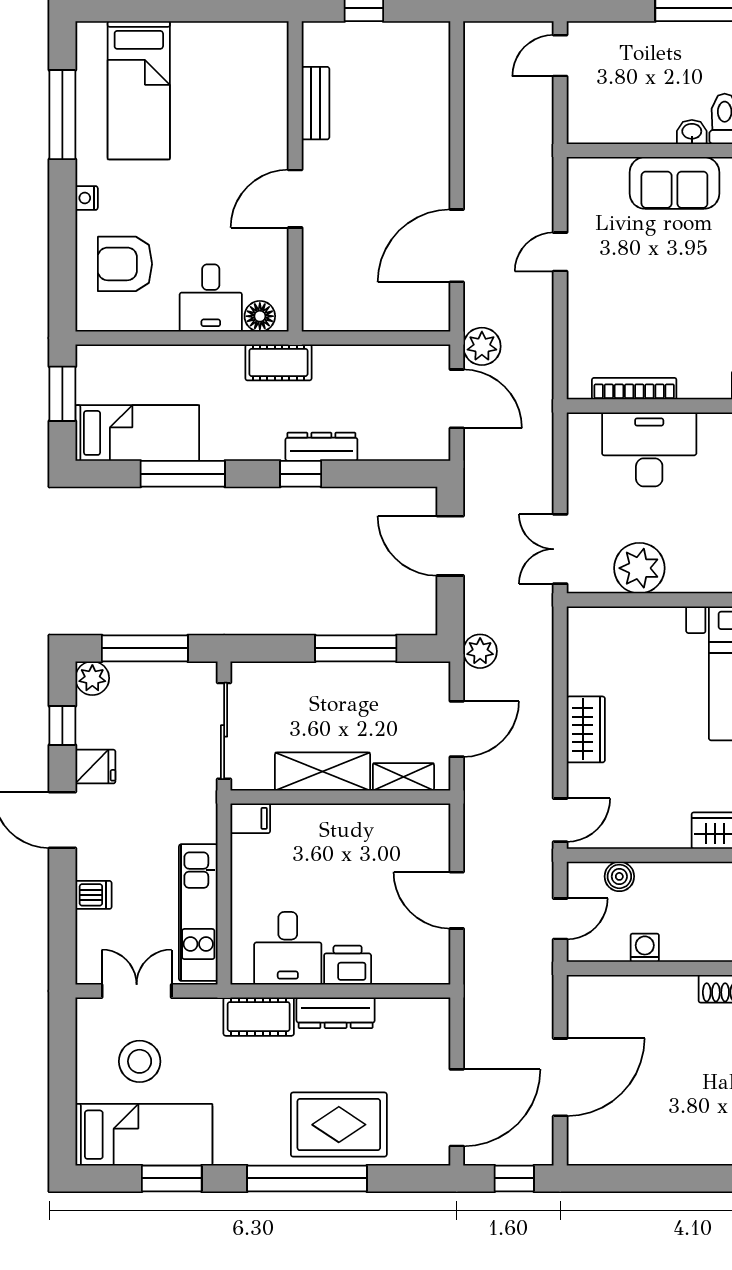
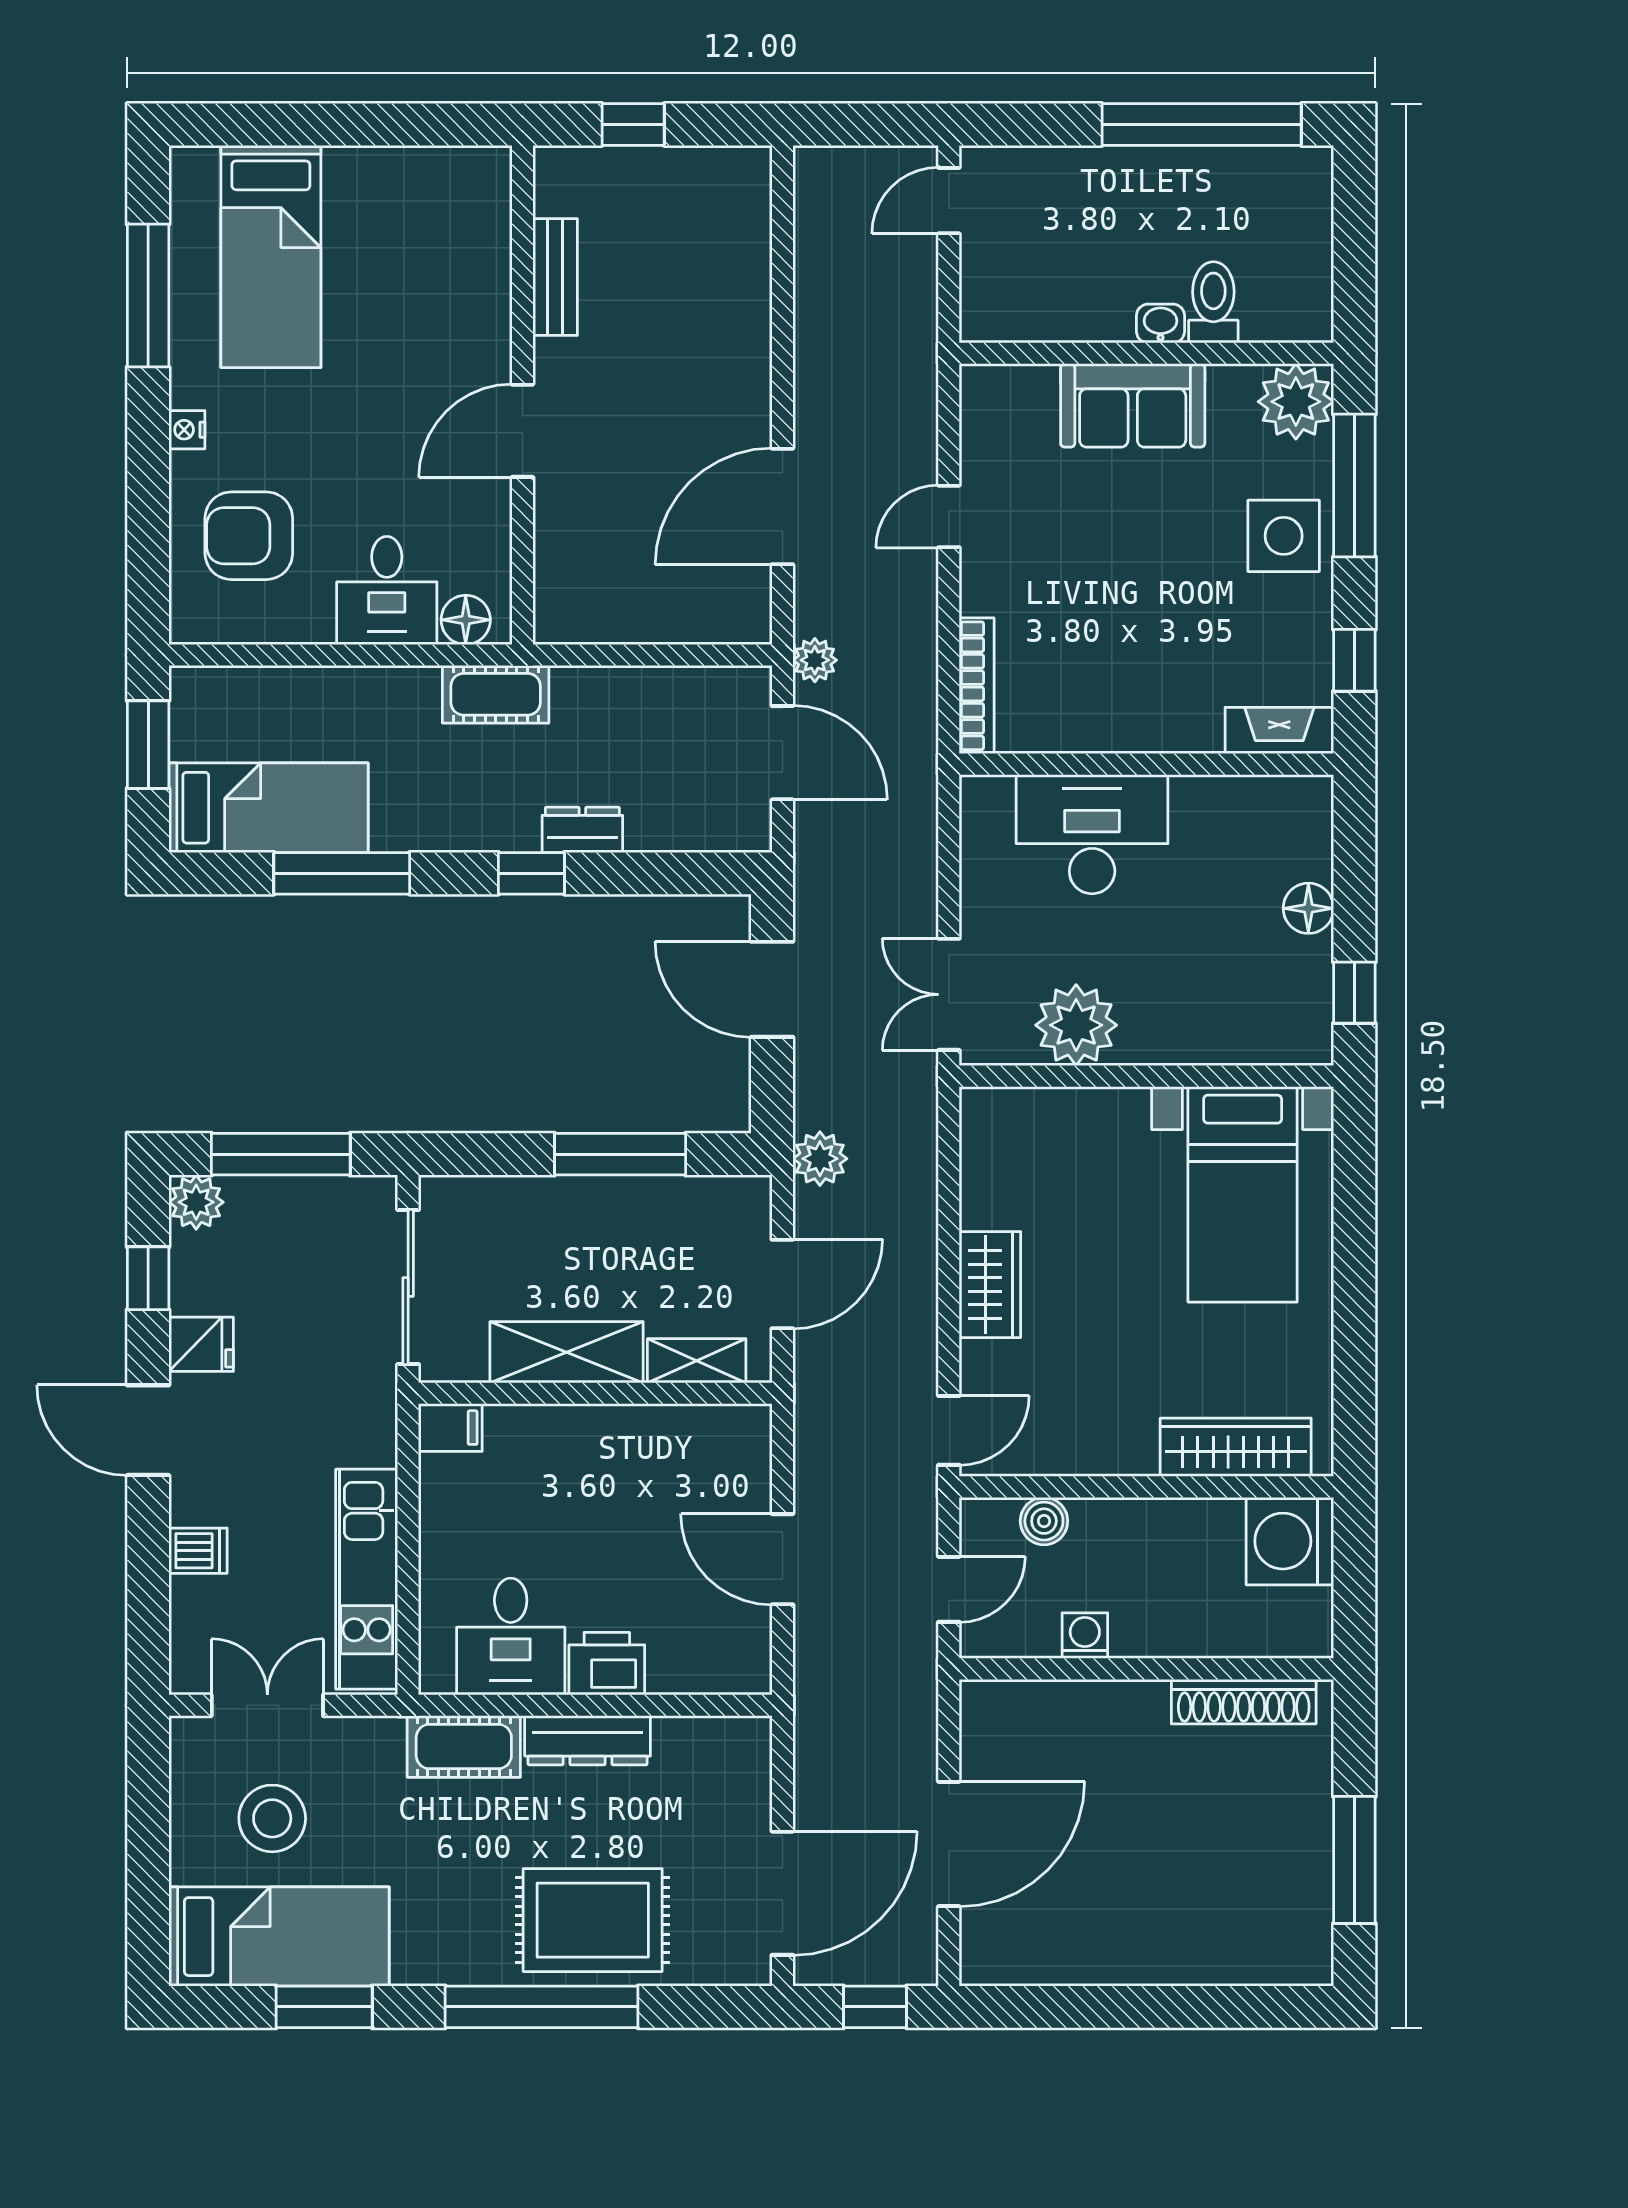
plant: (482, 346) -> (815, 660), width x0.73, depth x0.73
bookcase: (634, 389) -> (977, 686), moved, turned 90
dresser: (321, 447) -> (582, 830), width x0.70

